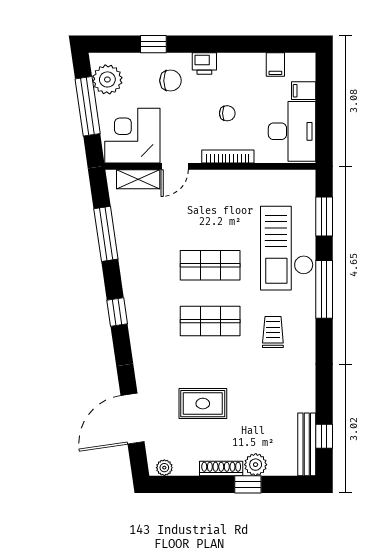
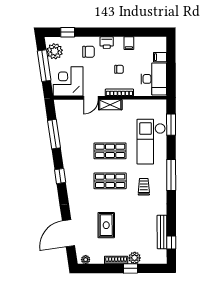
window: (153, 44) -> (68, 32), moved
filing cabinet: (275, 65) -> (129, 43), moved
shelving: (138, 179) -> (110, 105), moved
window: (324, 289) -> (171, 175), moved
rug: (203, 404) -> (106, 225), turned 90
bench: (307, 444) -> (162, 232), moved

